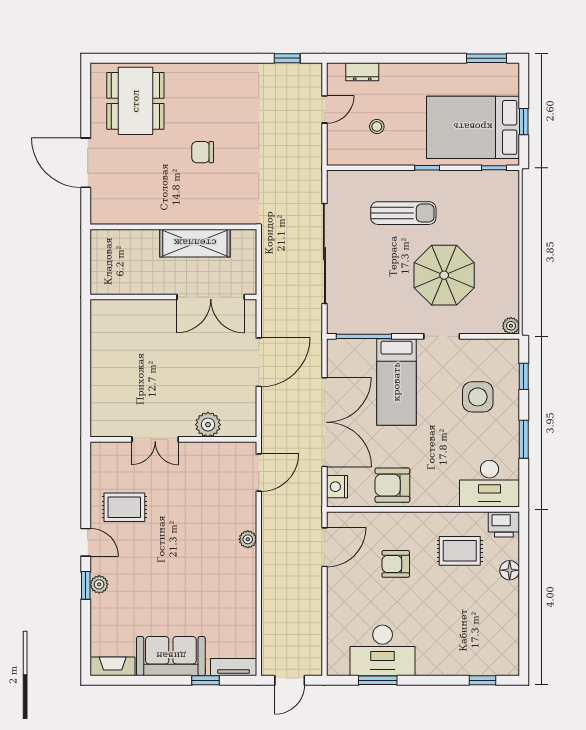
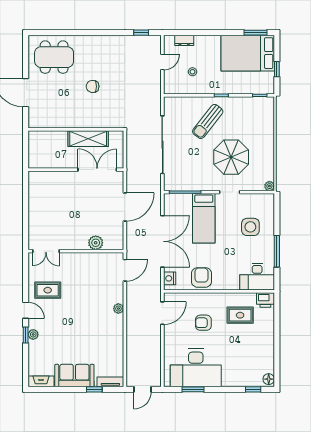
dining table: (135, 101) -> (54, 57), turned 90
bed: (473, 127) -> (248, 53), moved
sun lounger: (403, 213) -> (208, 121), turned 128
double door: (211, 297) -> (97, 170), swing flipped
window: (524, 376) -> (277, 215), removed
double door: (155, 439) -> (46, 251), moved
window: (524, 439) -> (277, 251), width x1.44
armchair: (392, 485) -> (201, 277), turned 90
floor lamp: (510, 570) -> (269, 379), moved
desk: (383, 650) -> (196, 368), width x1.36, depth x1.30

